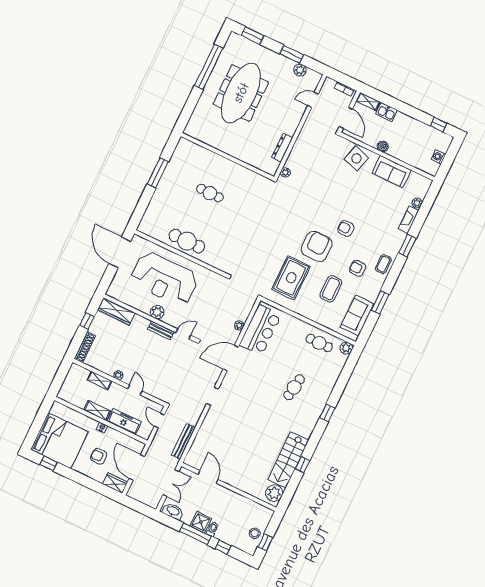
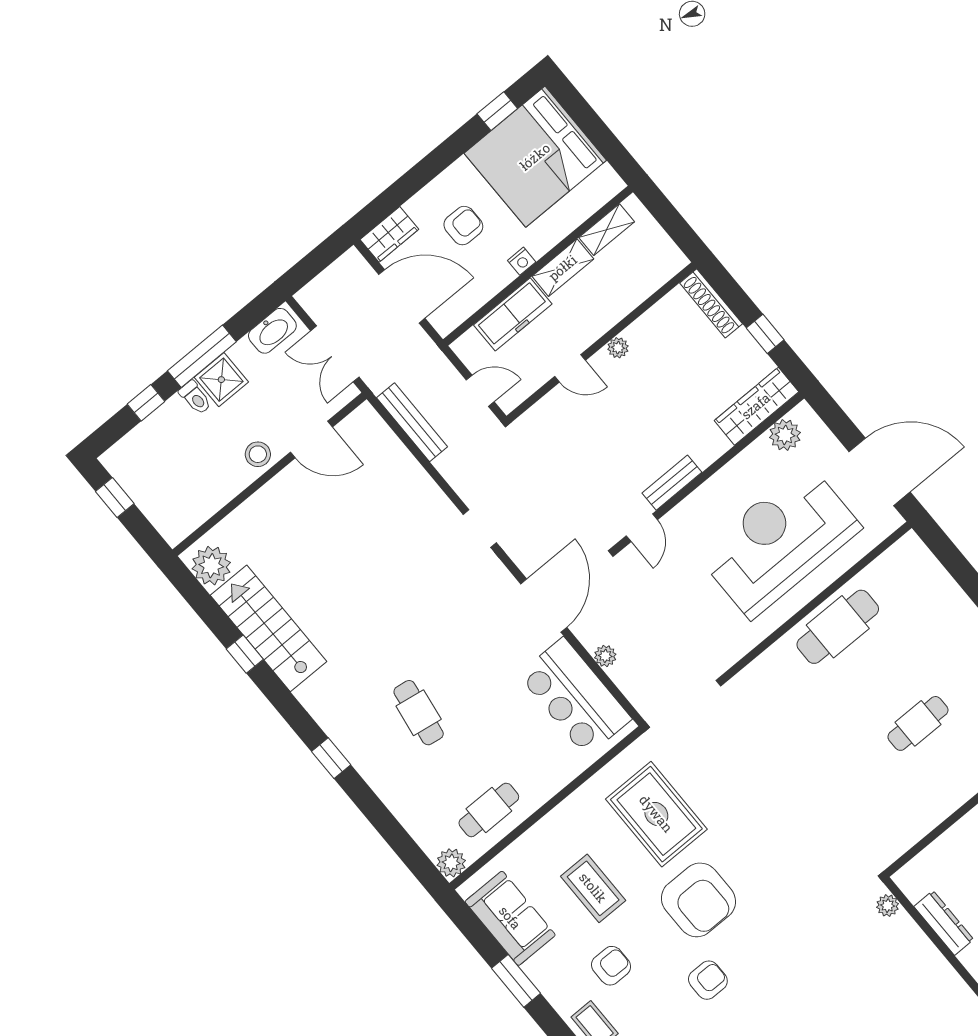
plant: (157, 312) -> (785, 435), moved
shelving: (99, 381) -> (607, 230), moved
stool: (255, 533) -> (258, 454), moved

